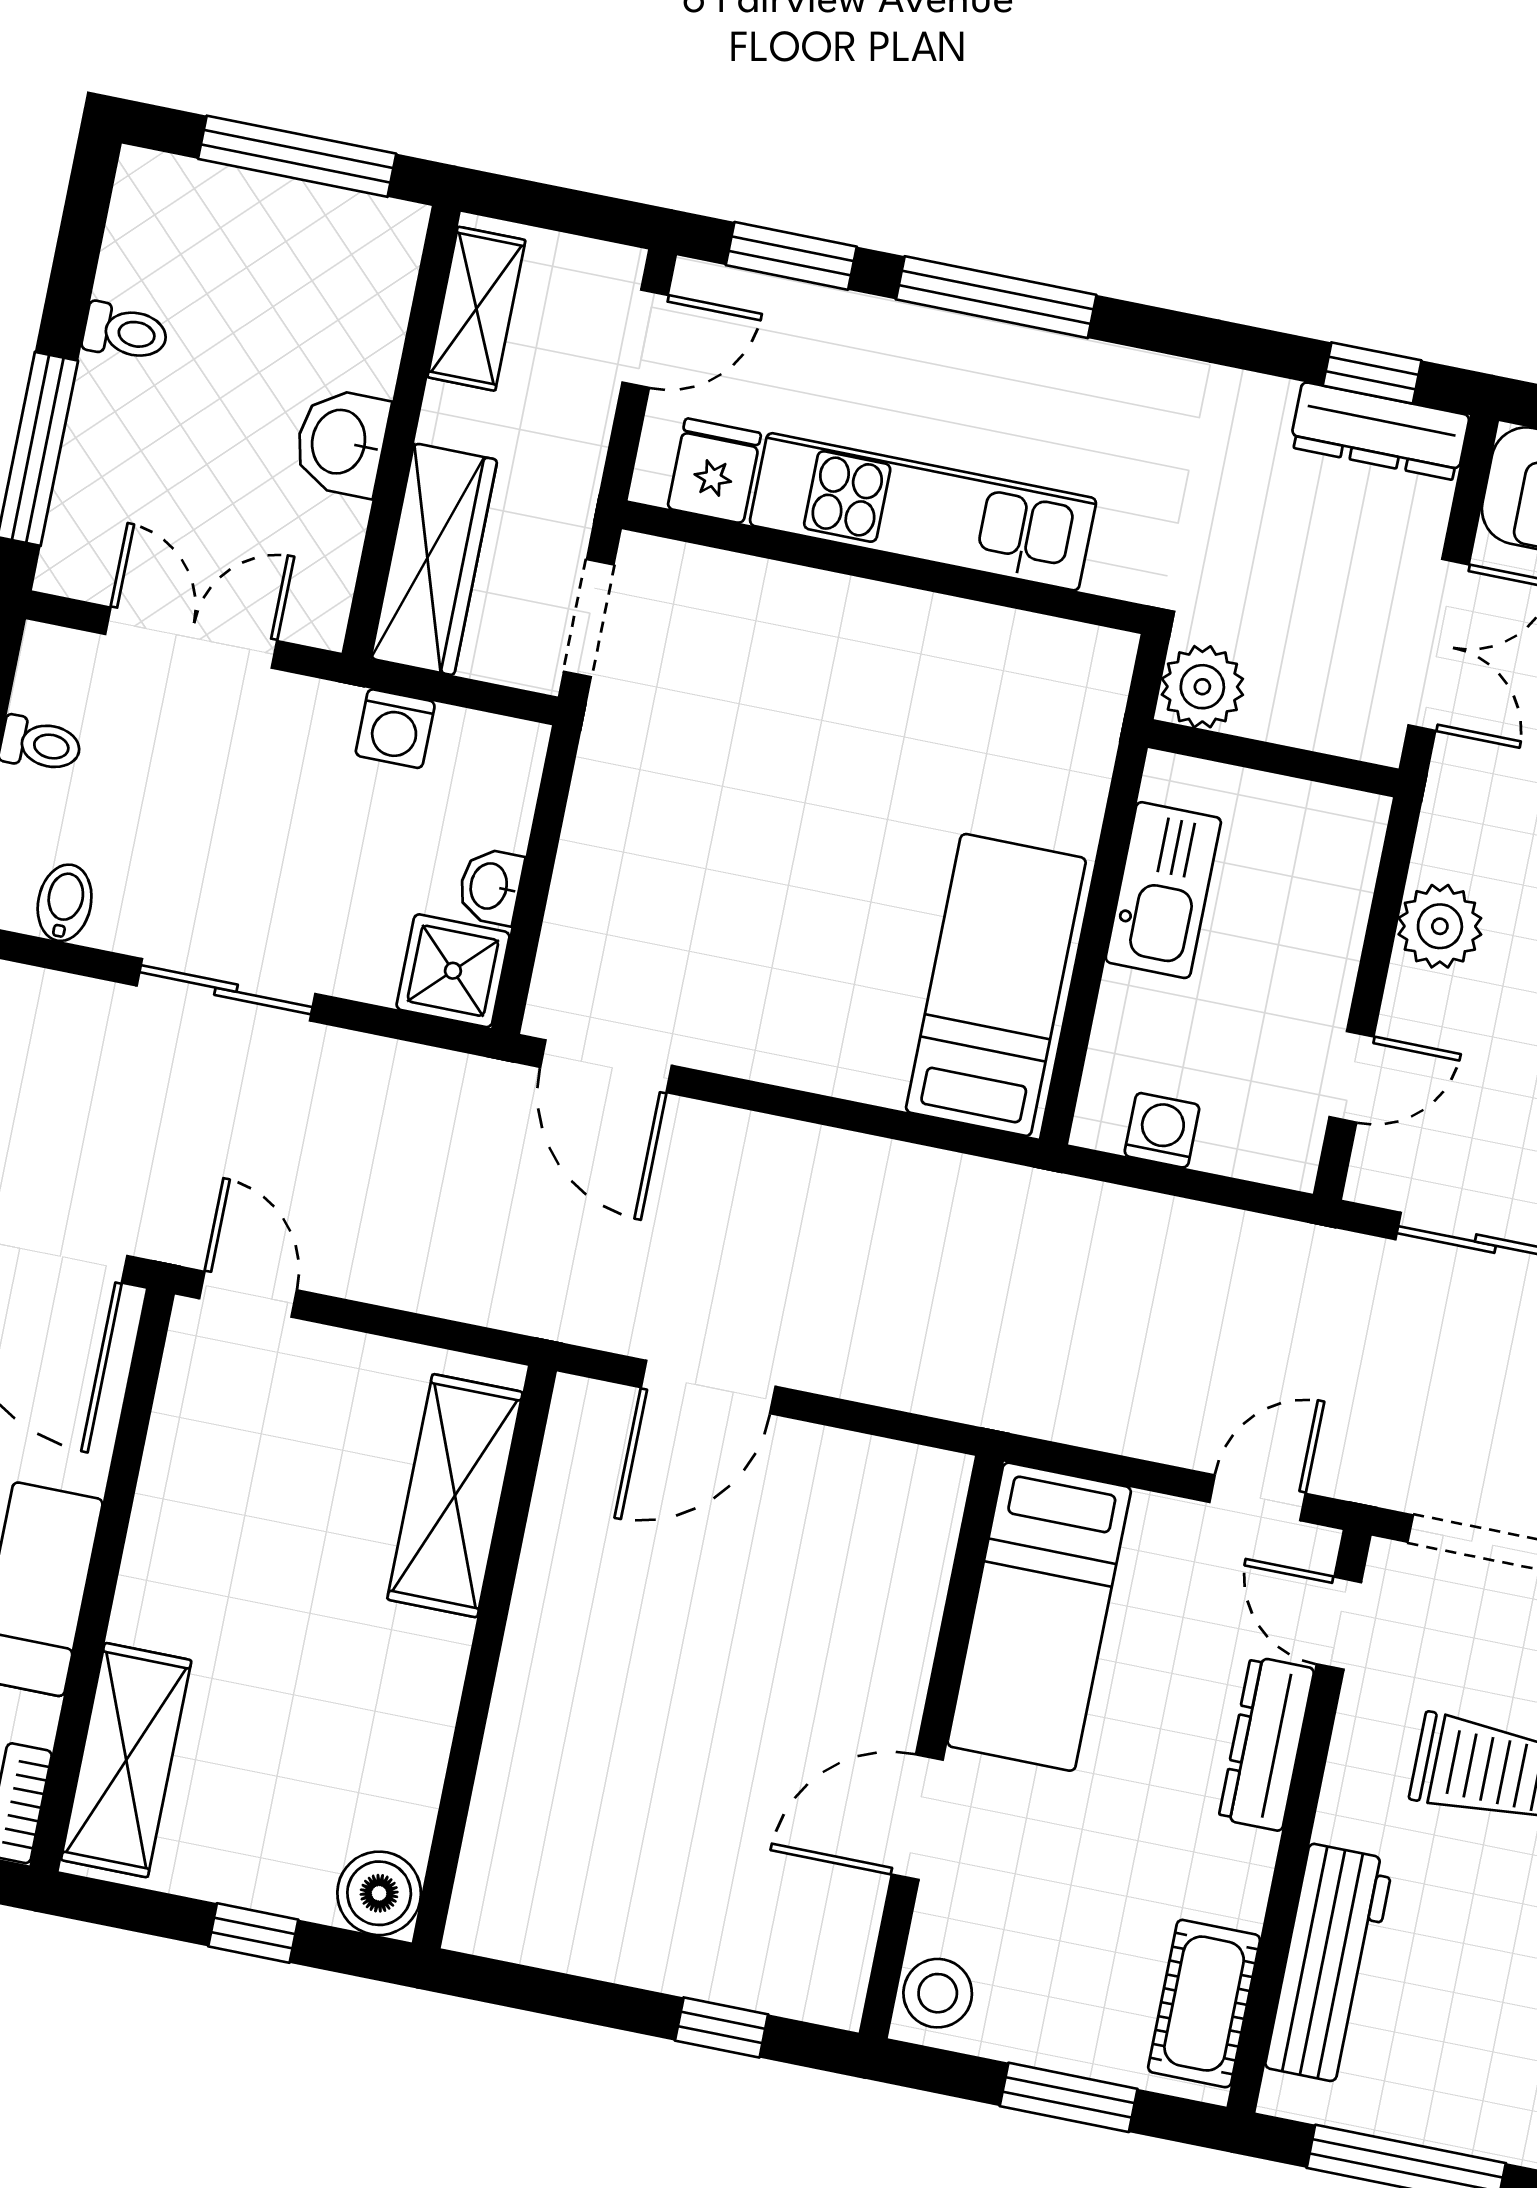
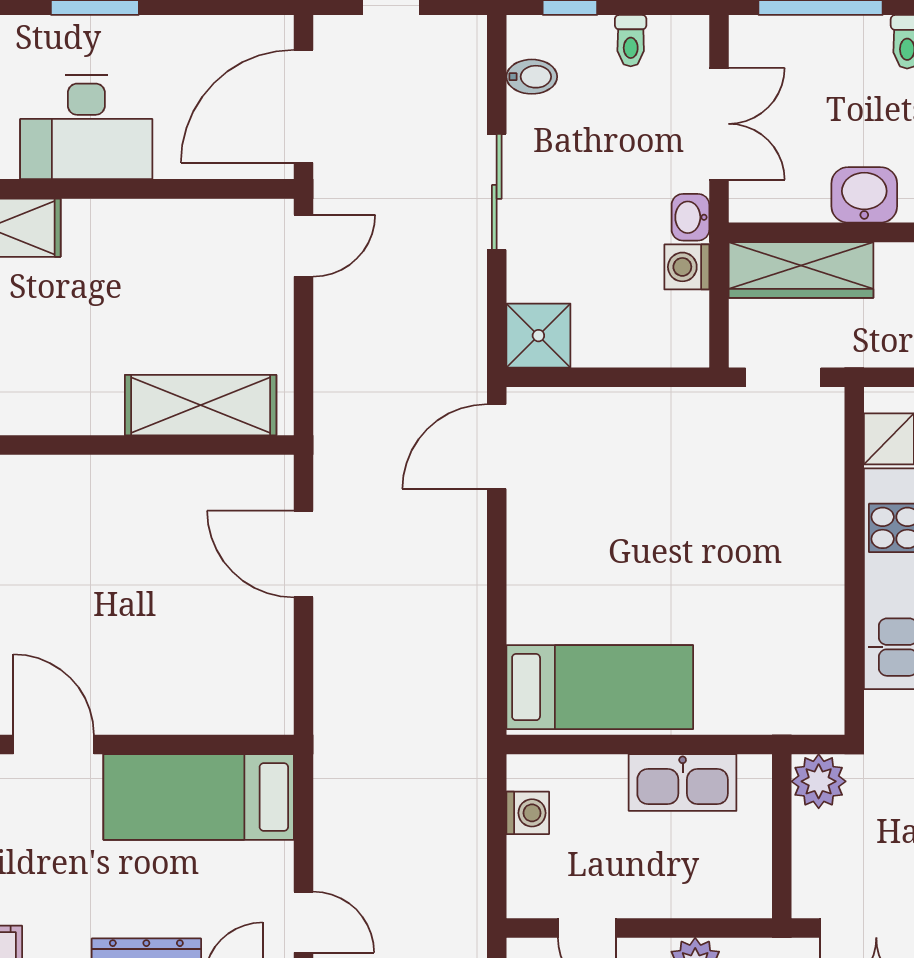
washbasin: (490, 886) -> (690, 217), moved, turned -90

